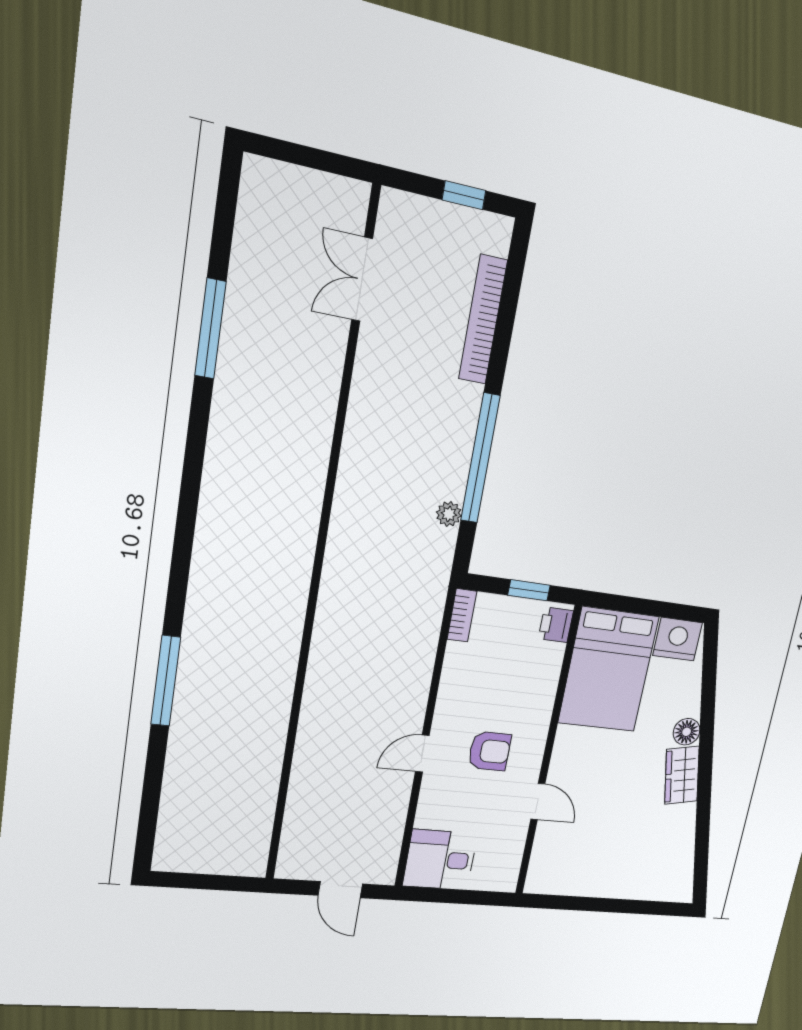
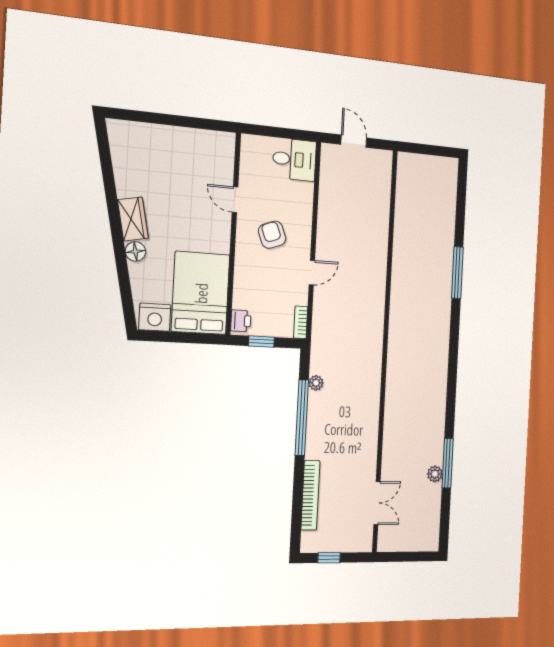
plant: (239, 313) -> (435, 474), added
armchair: (489, 751) -> (272, 235), turned 69
door: (422, 754) -> (312, 273), moved

